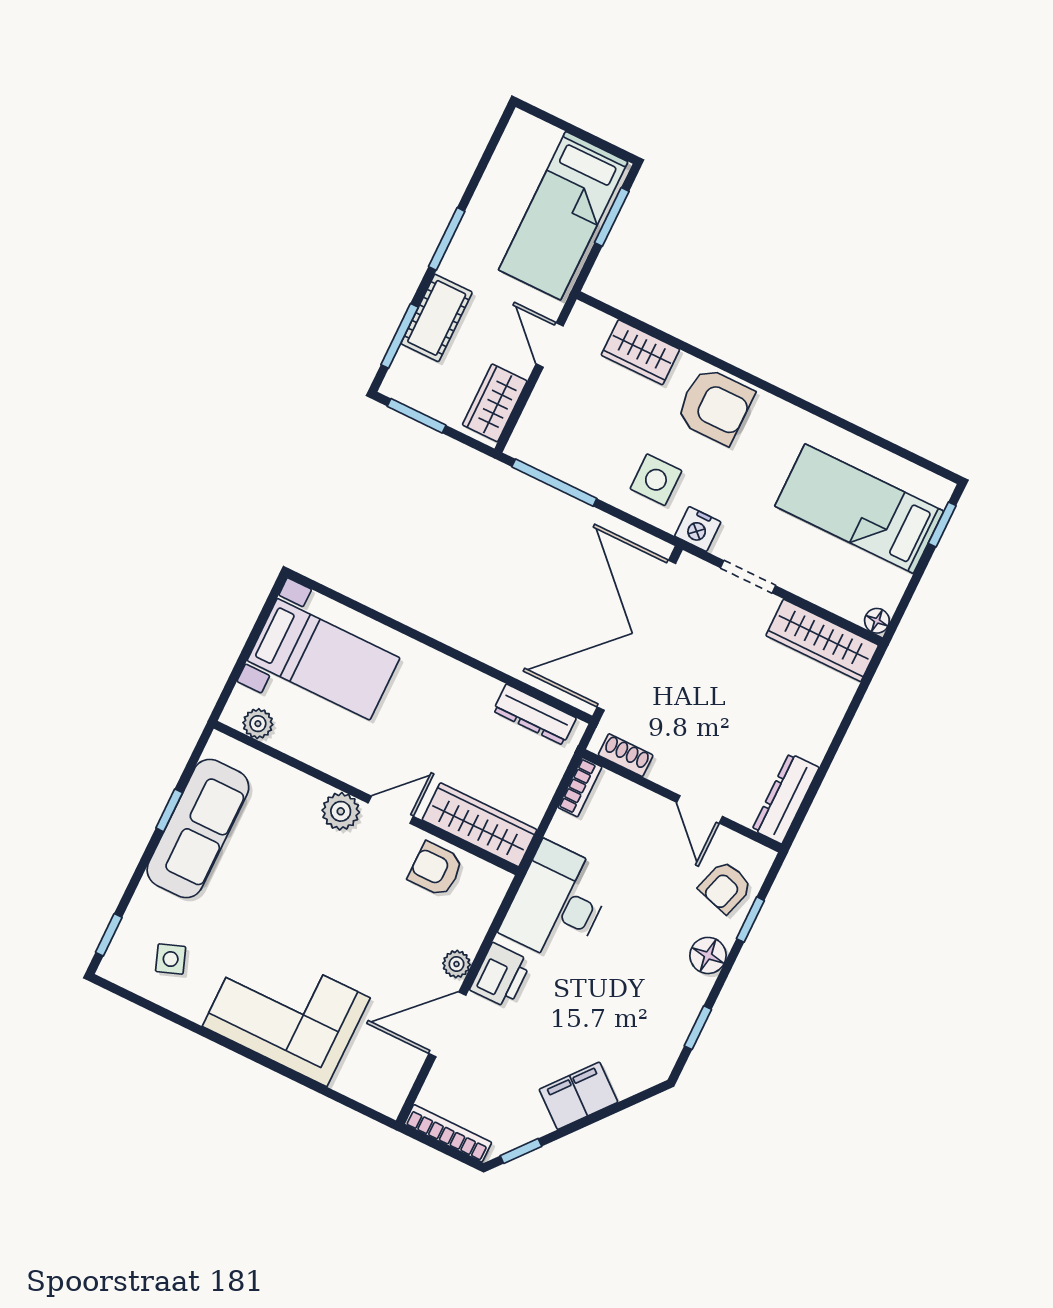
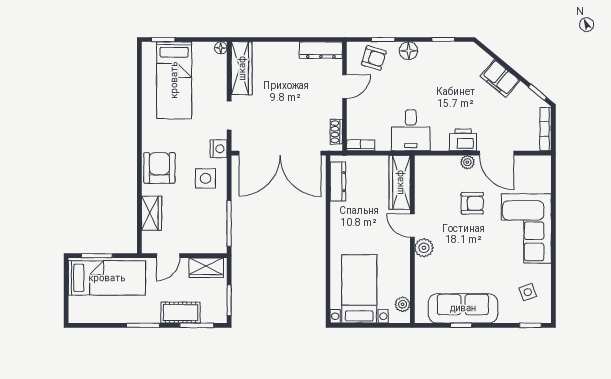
armchair: (436, 869) -> (472, 203), moved, turned -90
desk: (557, 903) -> (411, 130), width x0.73

